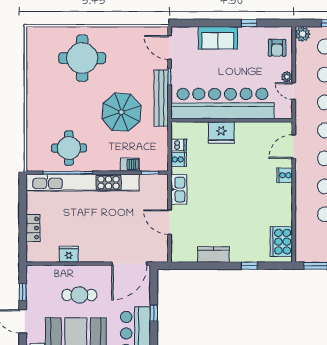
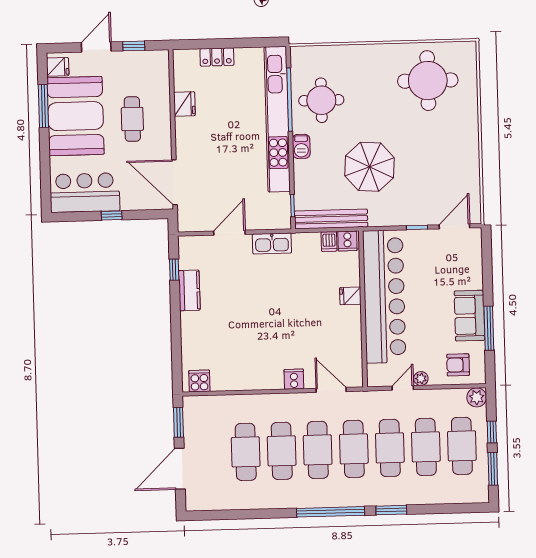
window: (249, 23) -> (489, 328), width x2.17
sofa: (218, 38) -> (470, 316), moved
round table: (82, 58) -> (428, 81), moved
bench: (161, 98) -> (331, 219), moved
fridge: (221, 133) -> (350, 296), width x0.53, depth x0.75
cooker: (179, 159) -> (347, 241), moved
barbecue: (130, 165) -> (301, 146), moved
cooker: (281, 242) -> (199, 381), width x0.53, depth x0.76
window: (249, 266) -> (174, 270), moved

